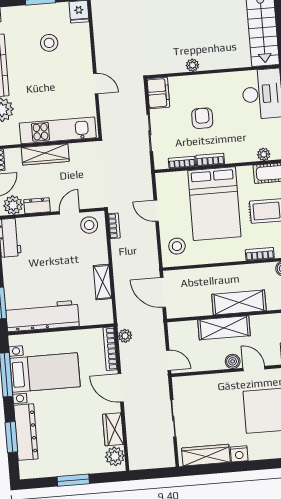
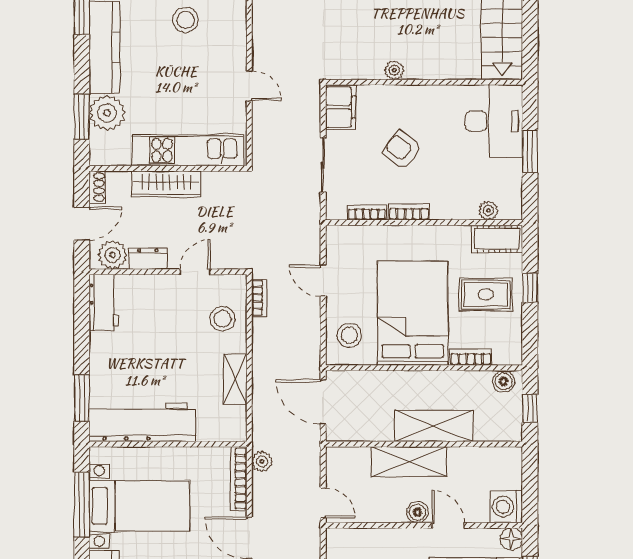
armchair: (202, 118) -> (402, 150), turned -53
bed: (214, 204) -> (413, 313), moved, turned 180
stool: (89, 225) -> (223, 319), moved

